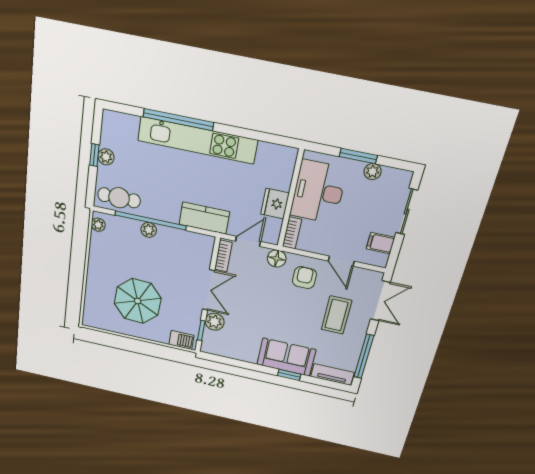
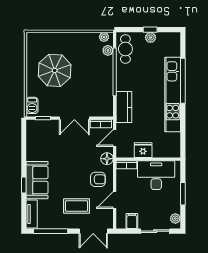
plant: (373, 172) -> (175, 218), moved
plant: (149, 230) -> (108, 50), moved
door: (248, 241) -> (115, 138), swing flipped
plant: (215, 322) -> (52, 126), removed

